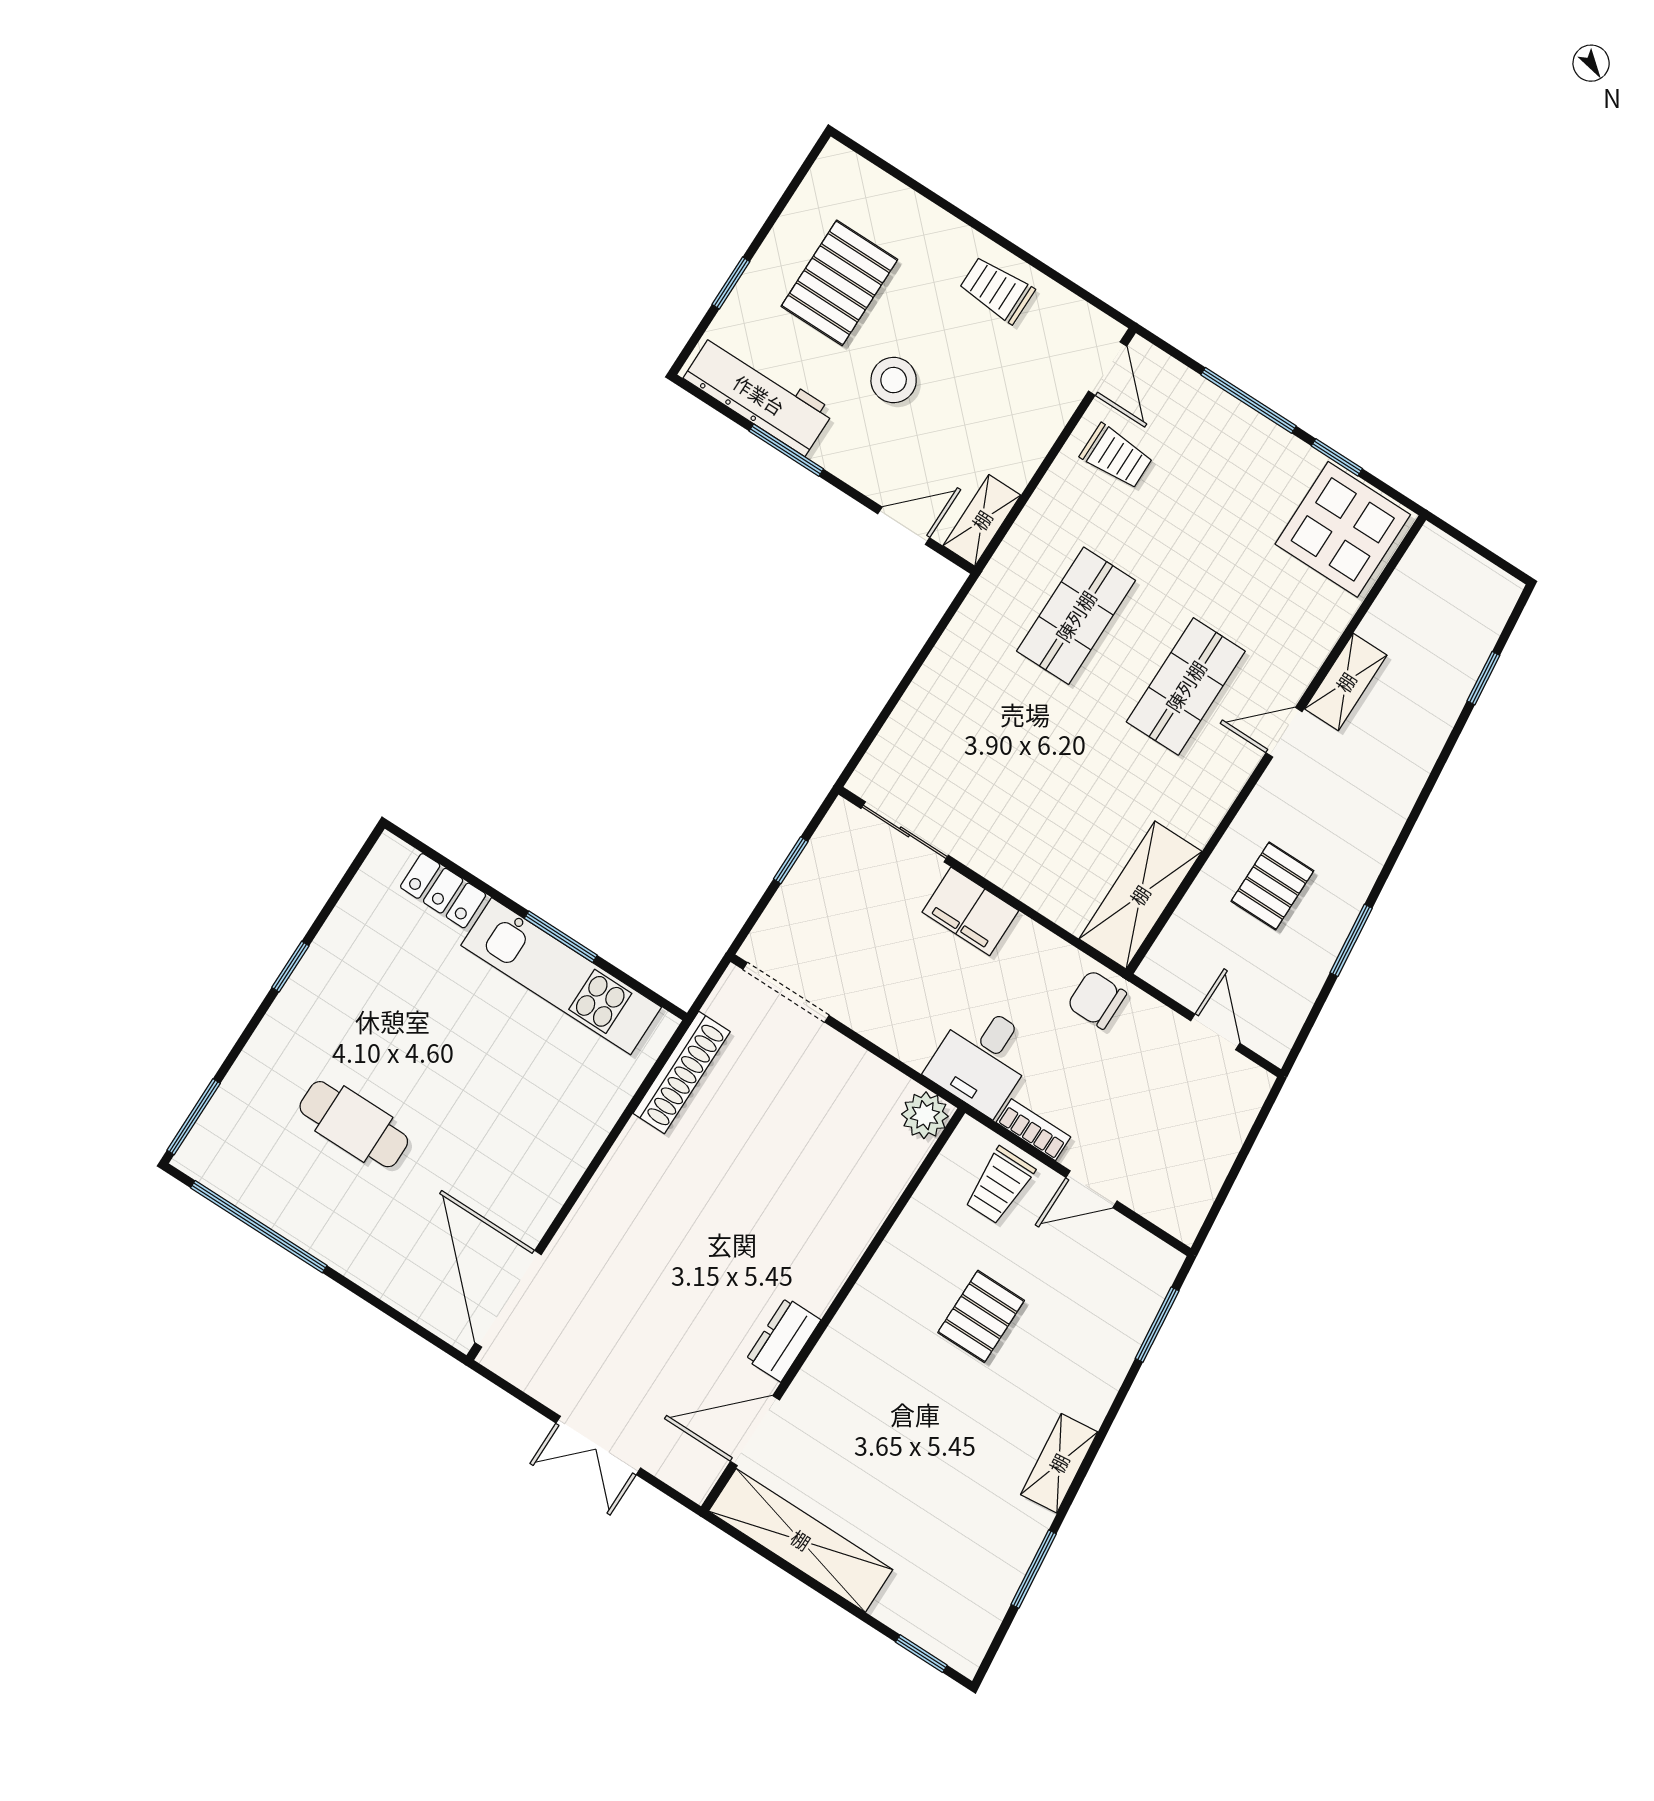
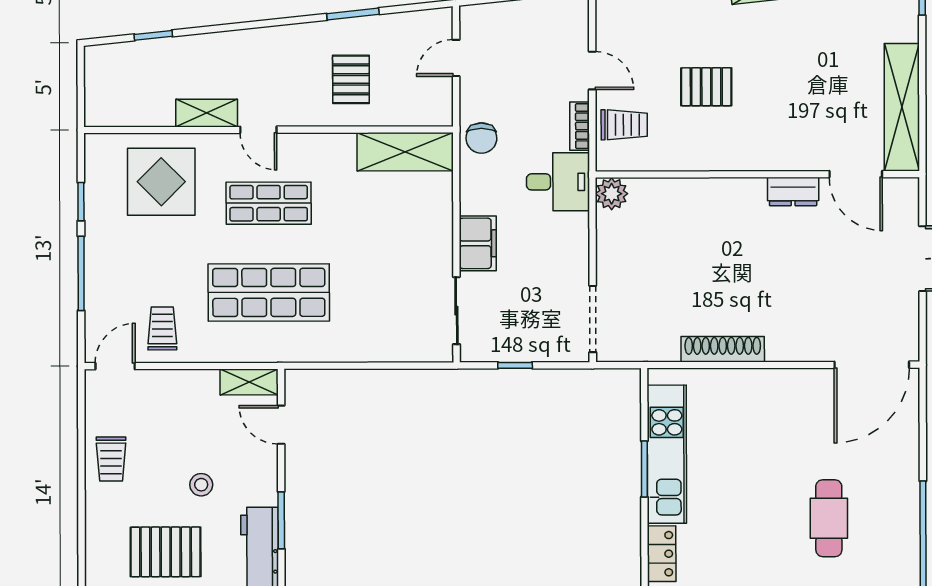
stool: (894, 380) -> (201, 485), width x0.73, depth x0.73
display table: (1343, 529) -> (161, 182), moved
shop shelf: (1076, 616) -> (269, 292), width x1.43, depth x1.36
pallet: (1272, 886) -> (351, 79), turned 90
shoe rack: (682, 1073) -> (723, 349), moved

